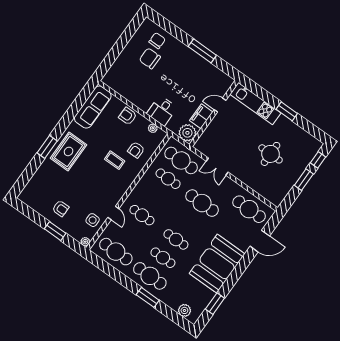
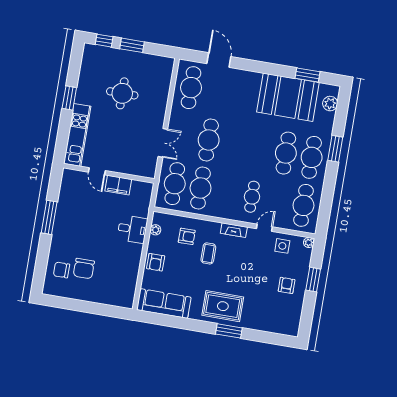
plant: (187, 133) -> (143, 191), removed
cafe table: (168, 179) -> (201, 188), width x1.37, depth x1.35
fireplace: (123, 189) -> (234, 230), added
cafe table: (176, 239) -> (260, 149), removed
cafe table: (163, 258) -> (286, 153), width x1.37, depth x1.35
booth: (217, 264) -> (288, 97), moved

